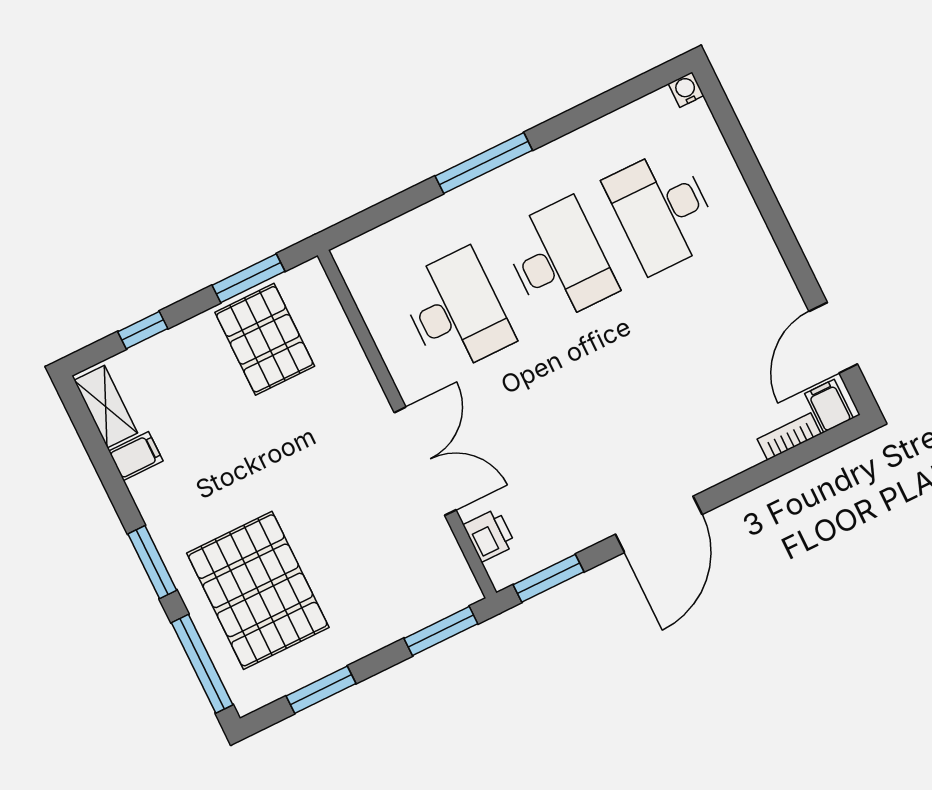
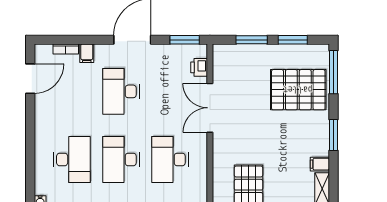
desk: (629, 404) -> (121, 91), added
filing cabinet: (829, 406) -> (87, 53), moved
window: (152, 562) -> (333, 135), moved
pallet: (258, 590) -> (298, 90), turned 90
window: (441, 631) -> (252, 40), moved

